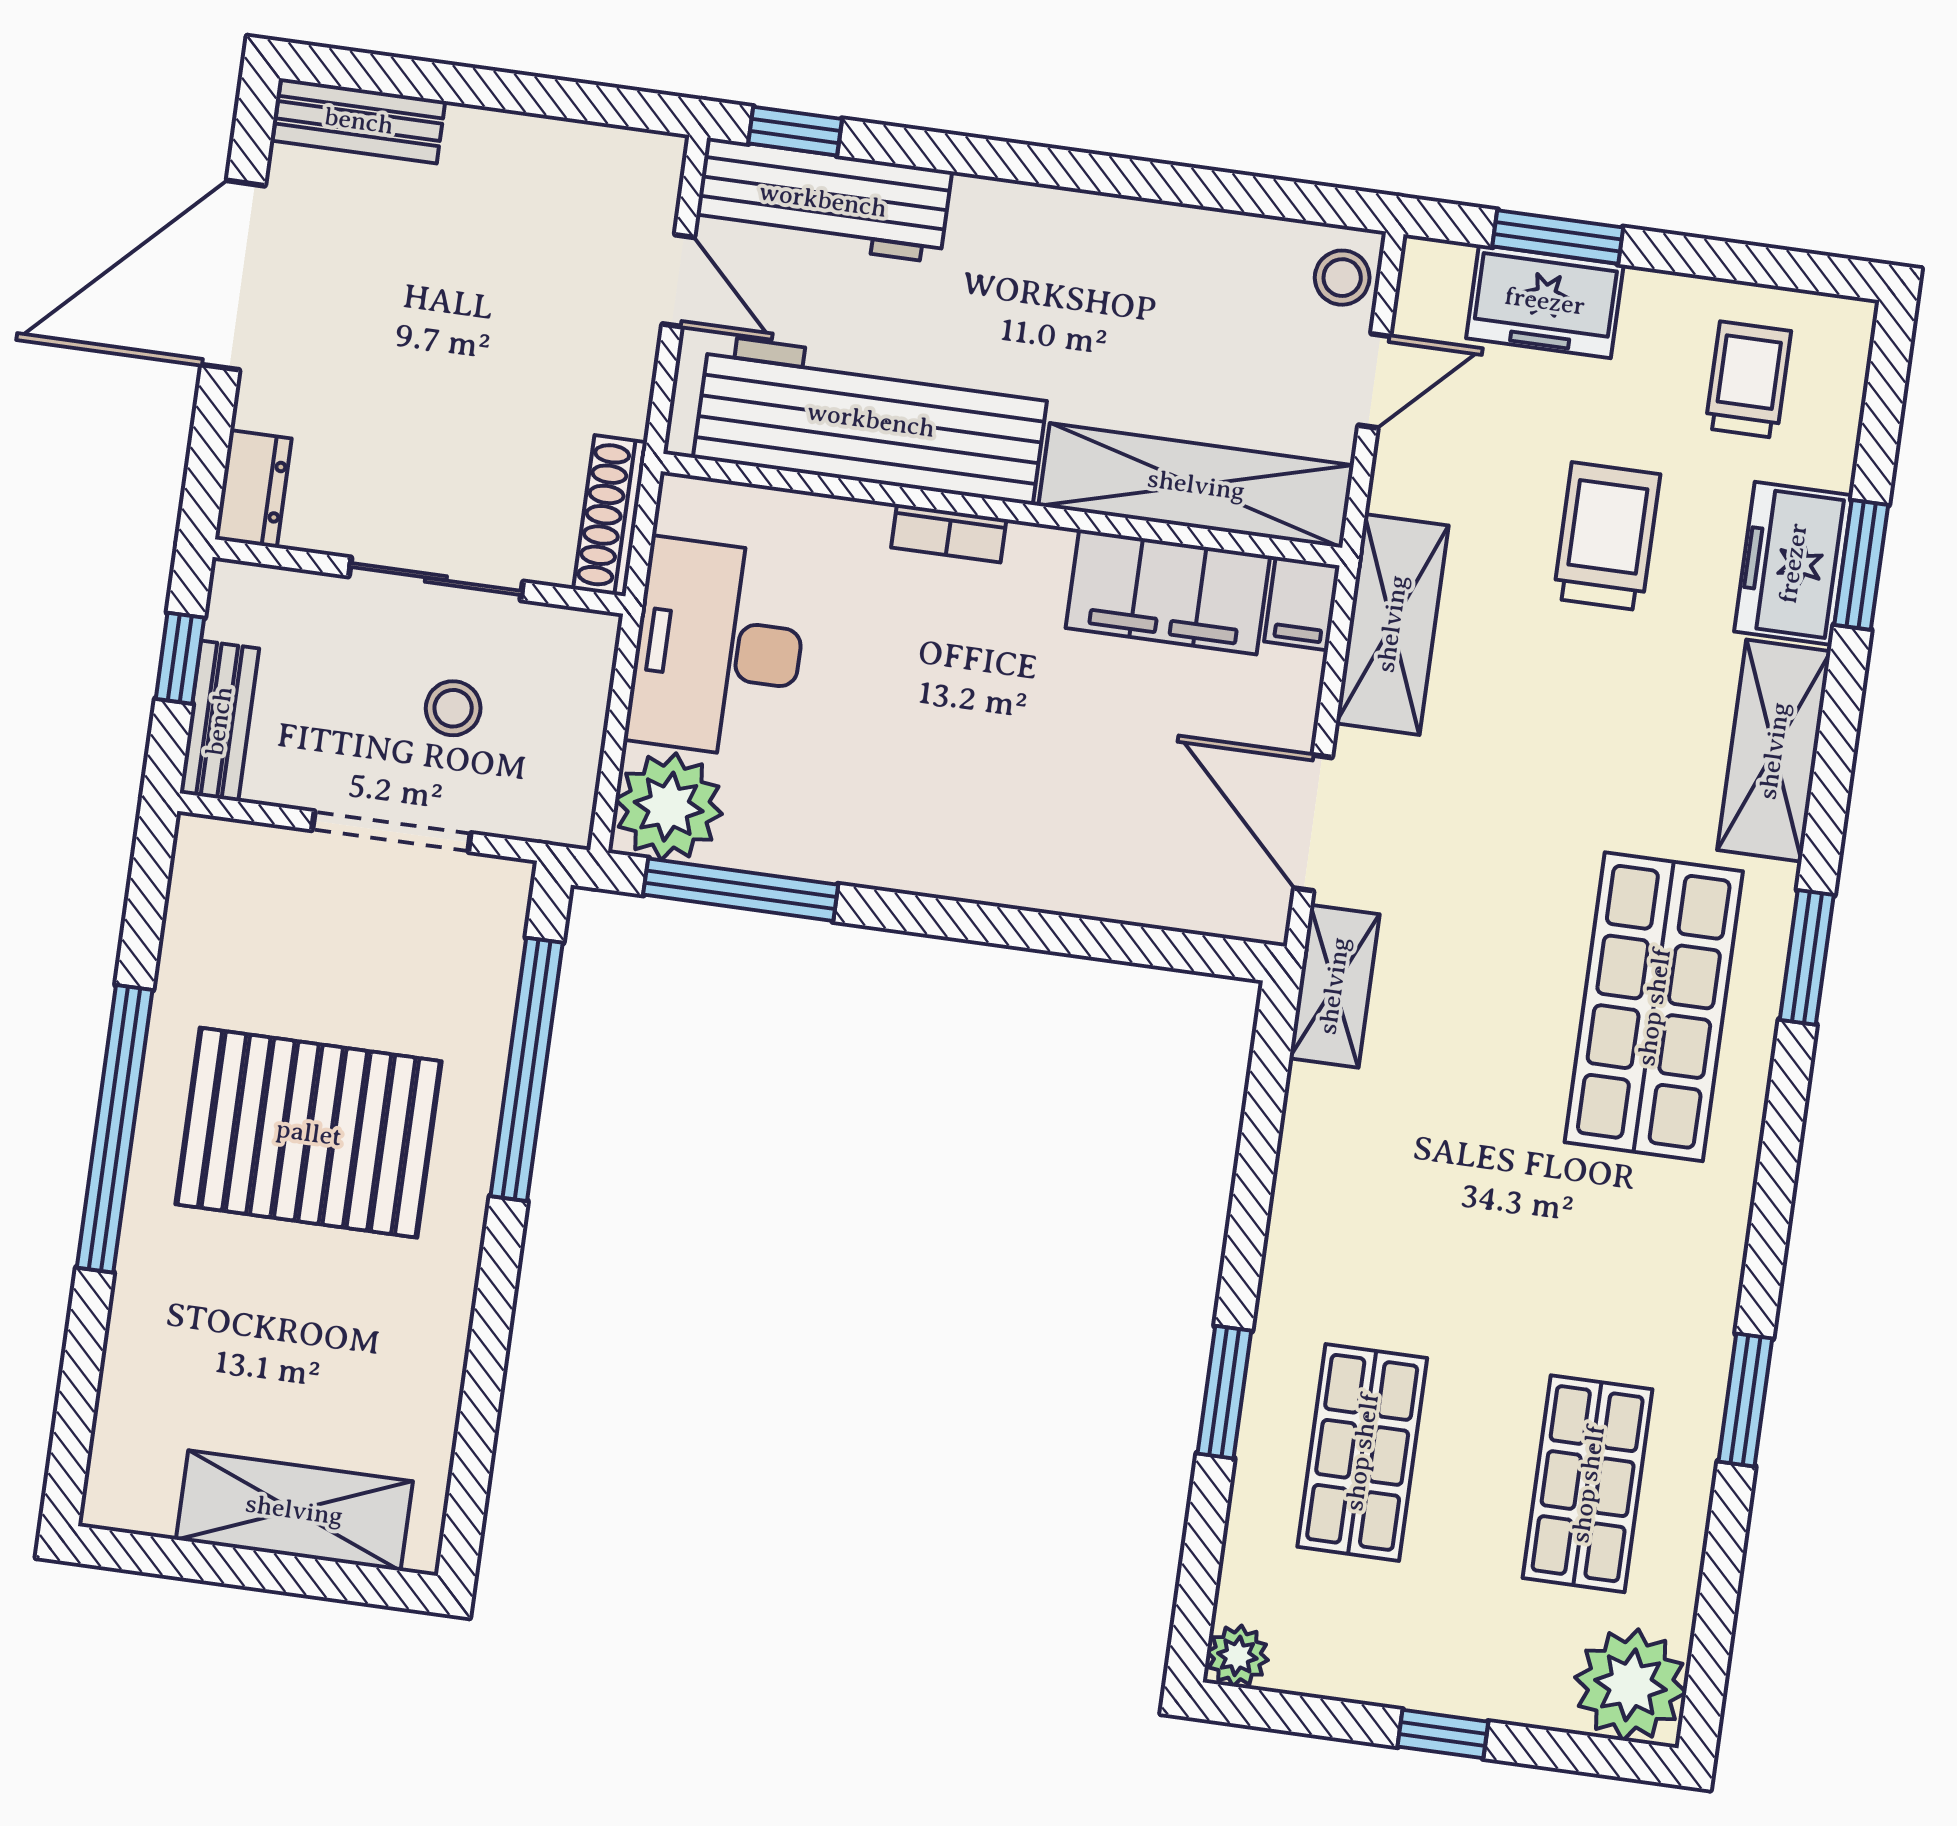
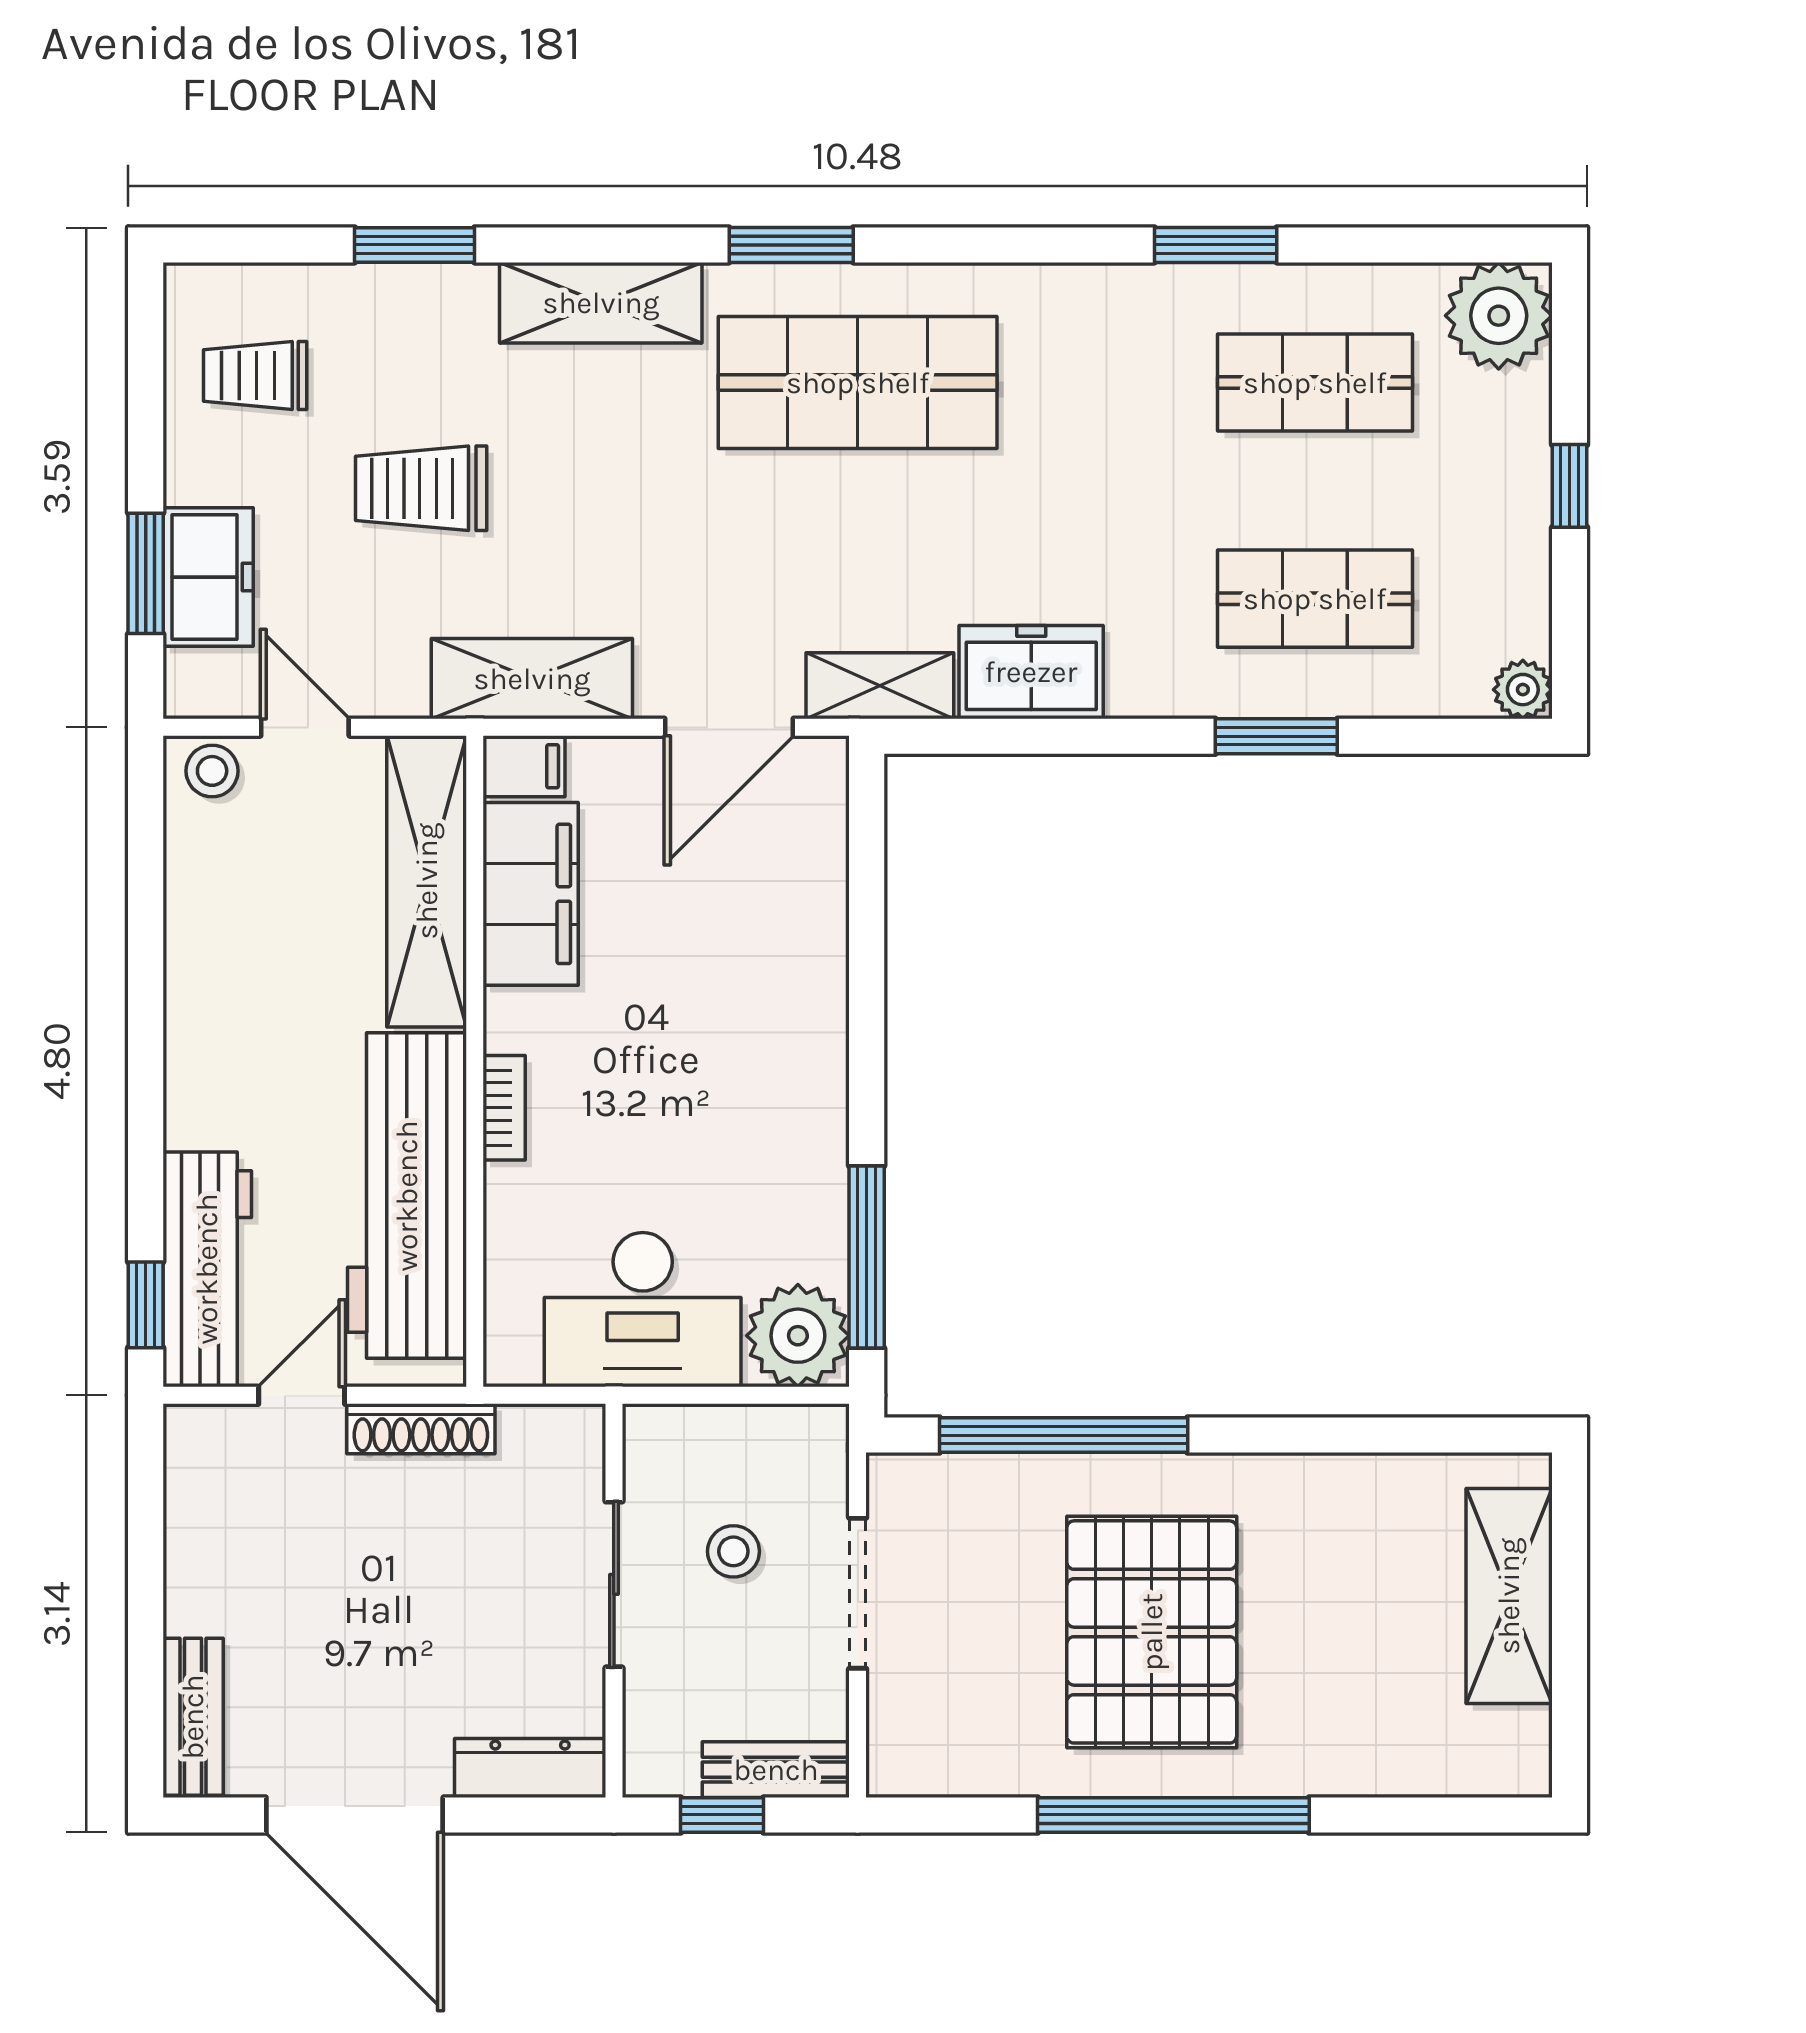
dresser: (253, 489) -> (530, 1768), width x1.44
shoe rack: (610, 516) -> (421, 1429), moved
freezer: (1793, 563) -> (1031, 672), moved, turned 180

